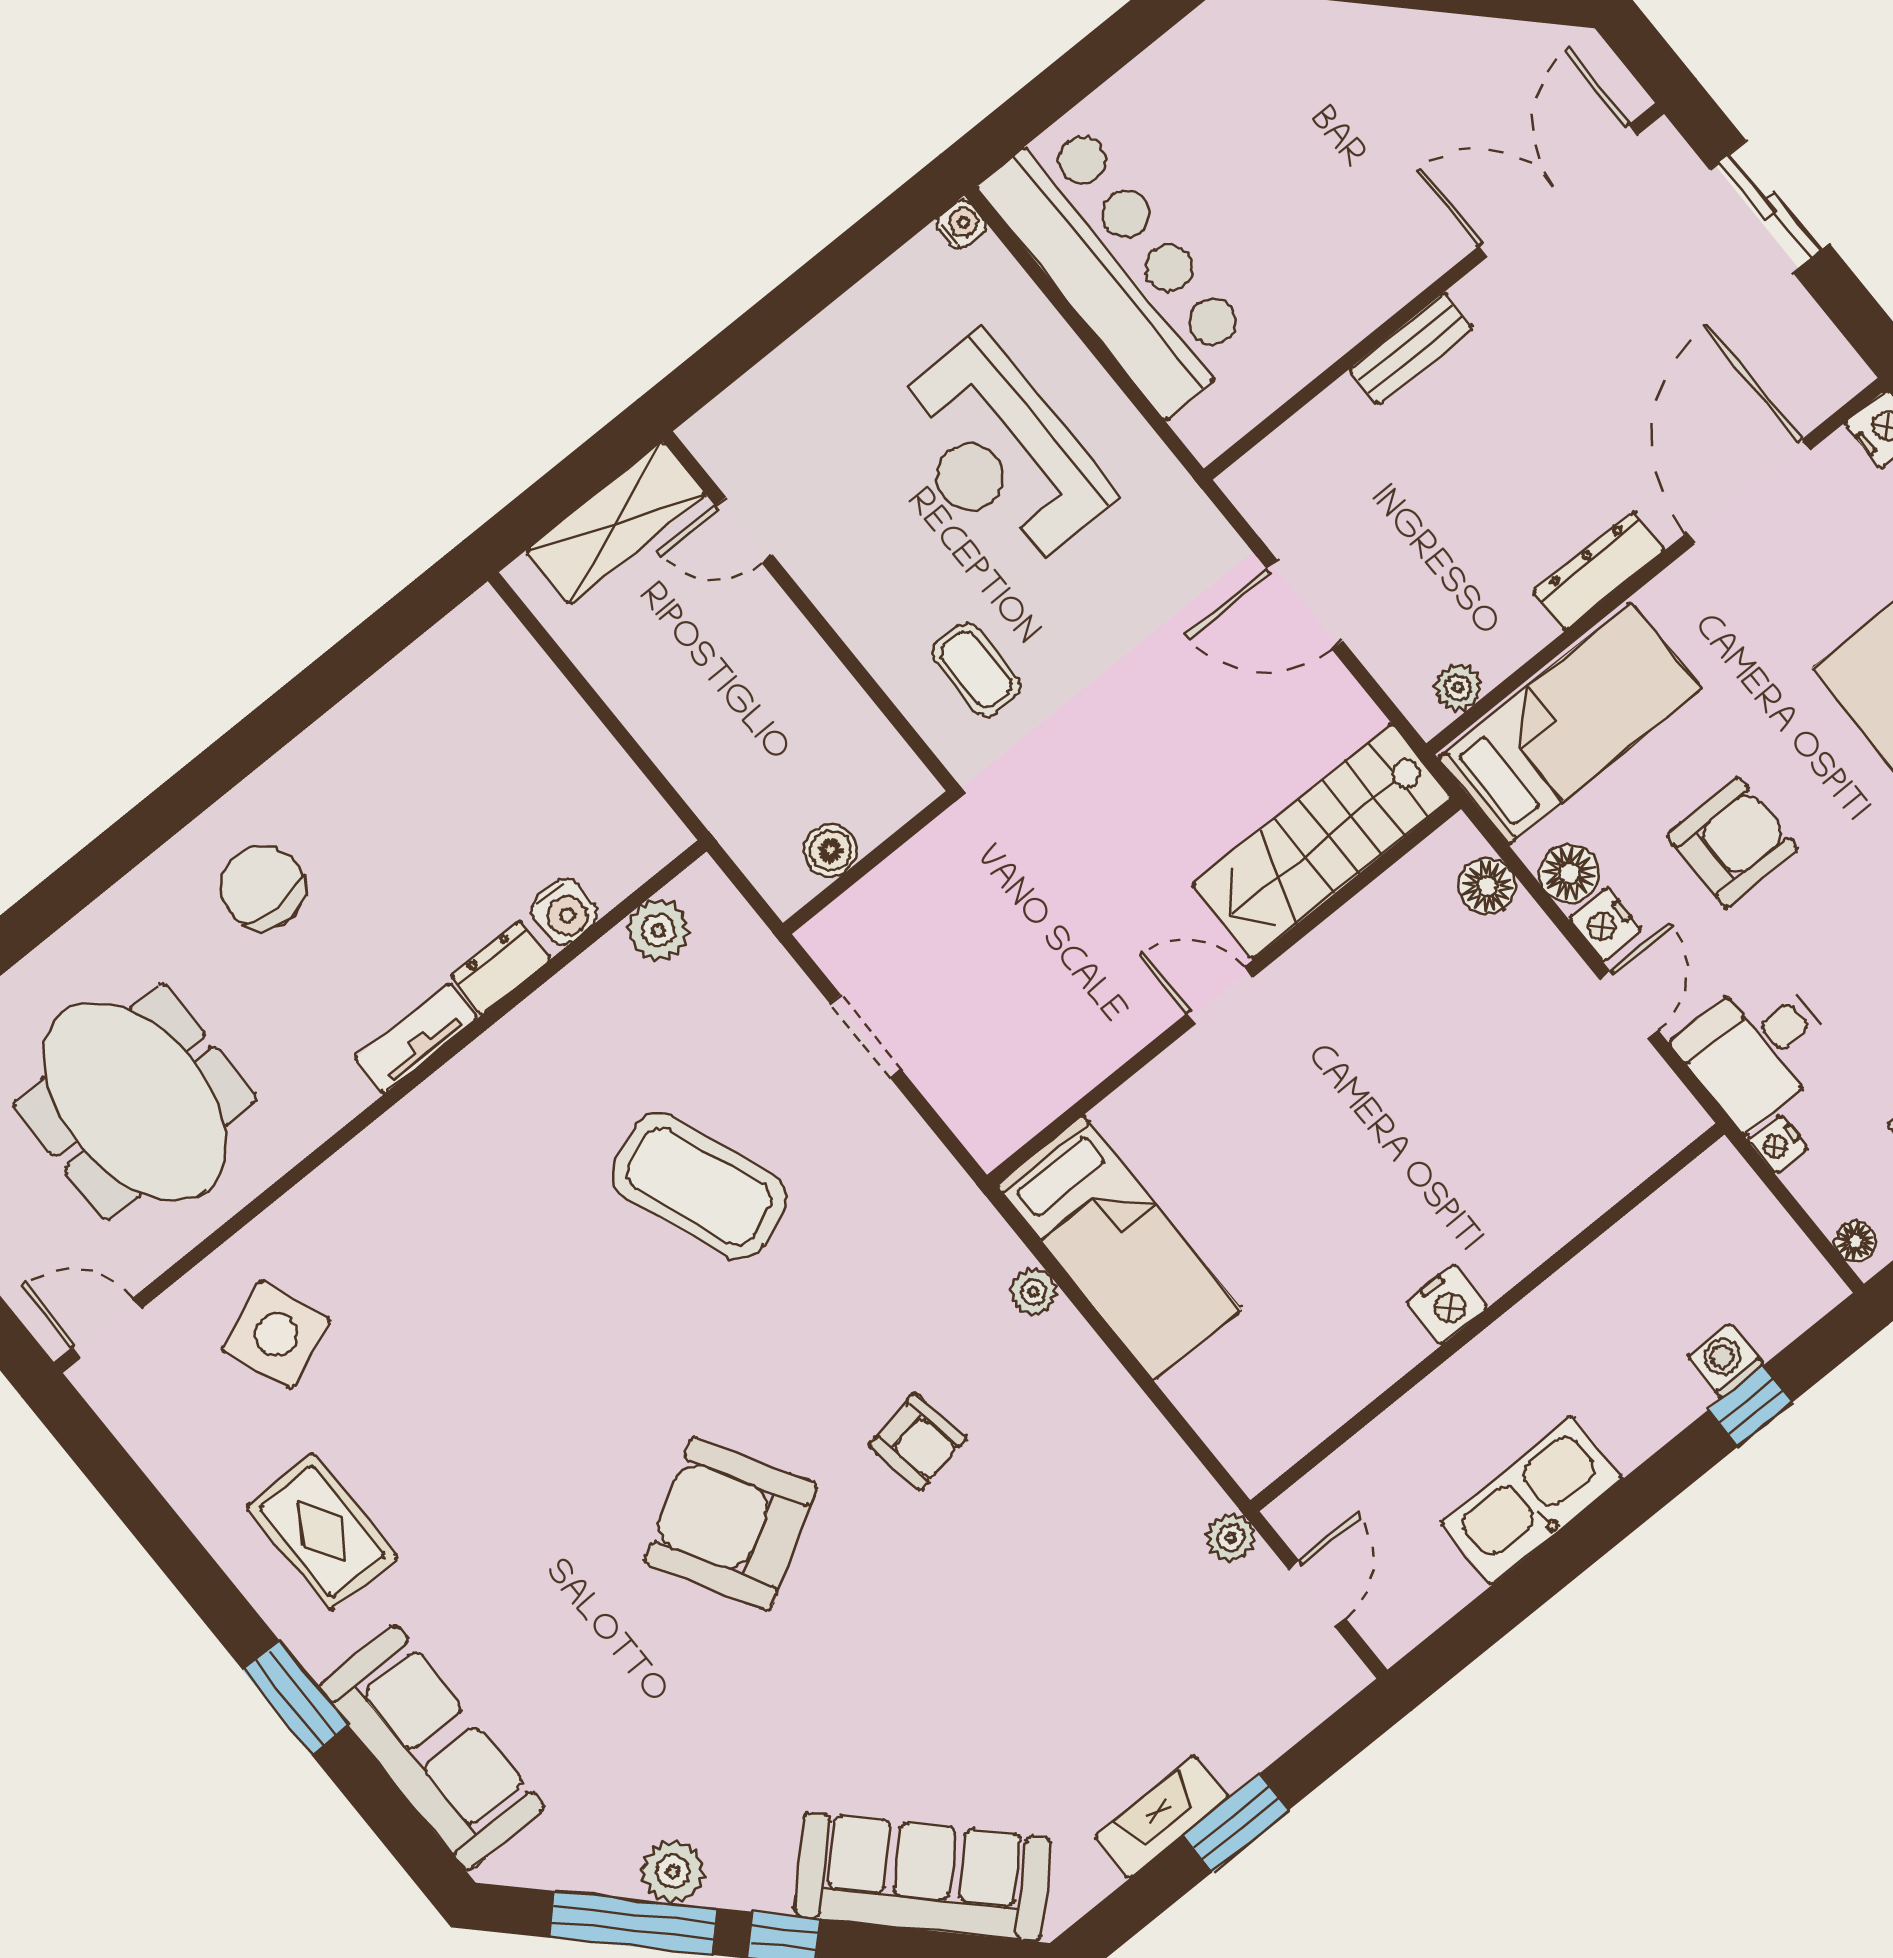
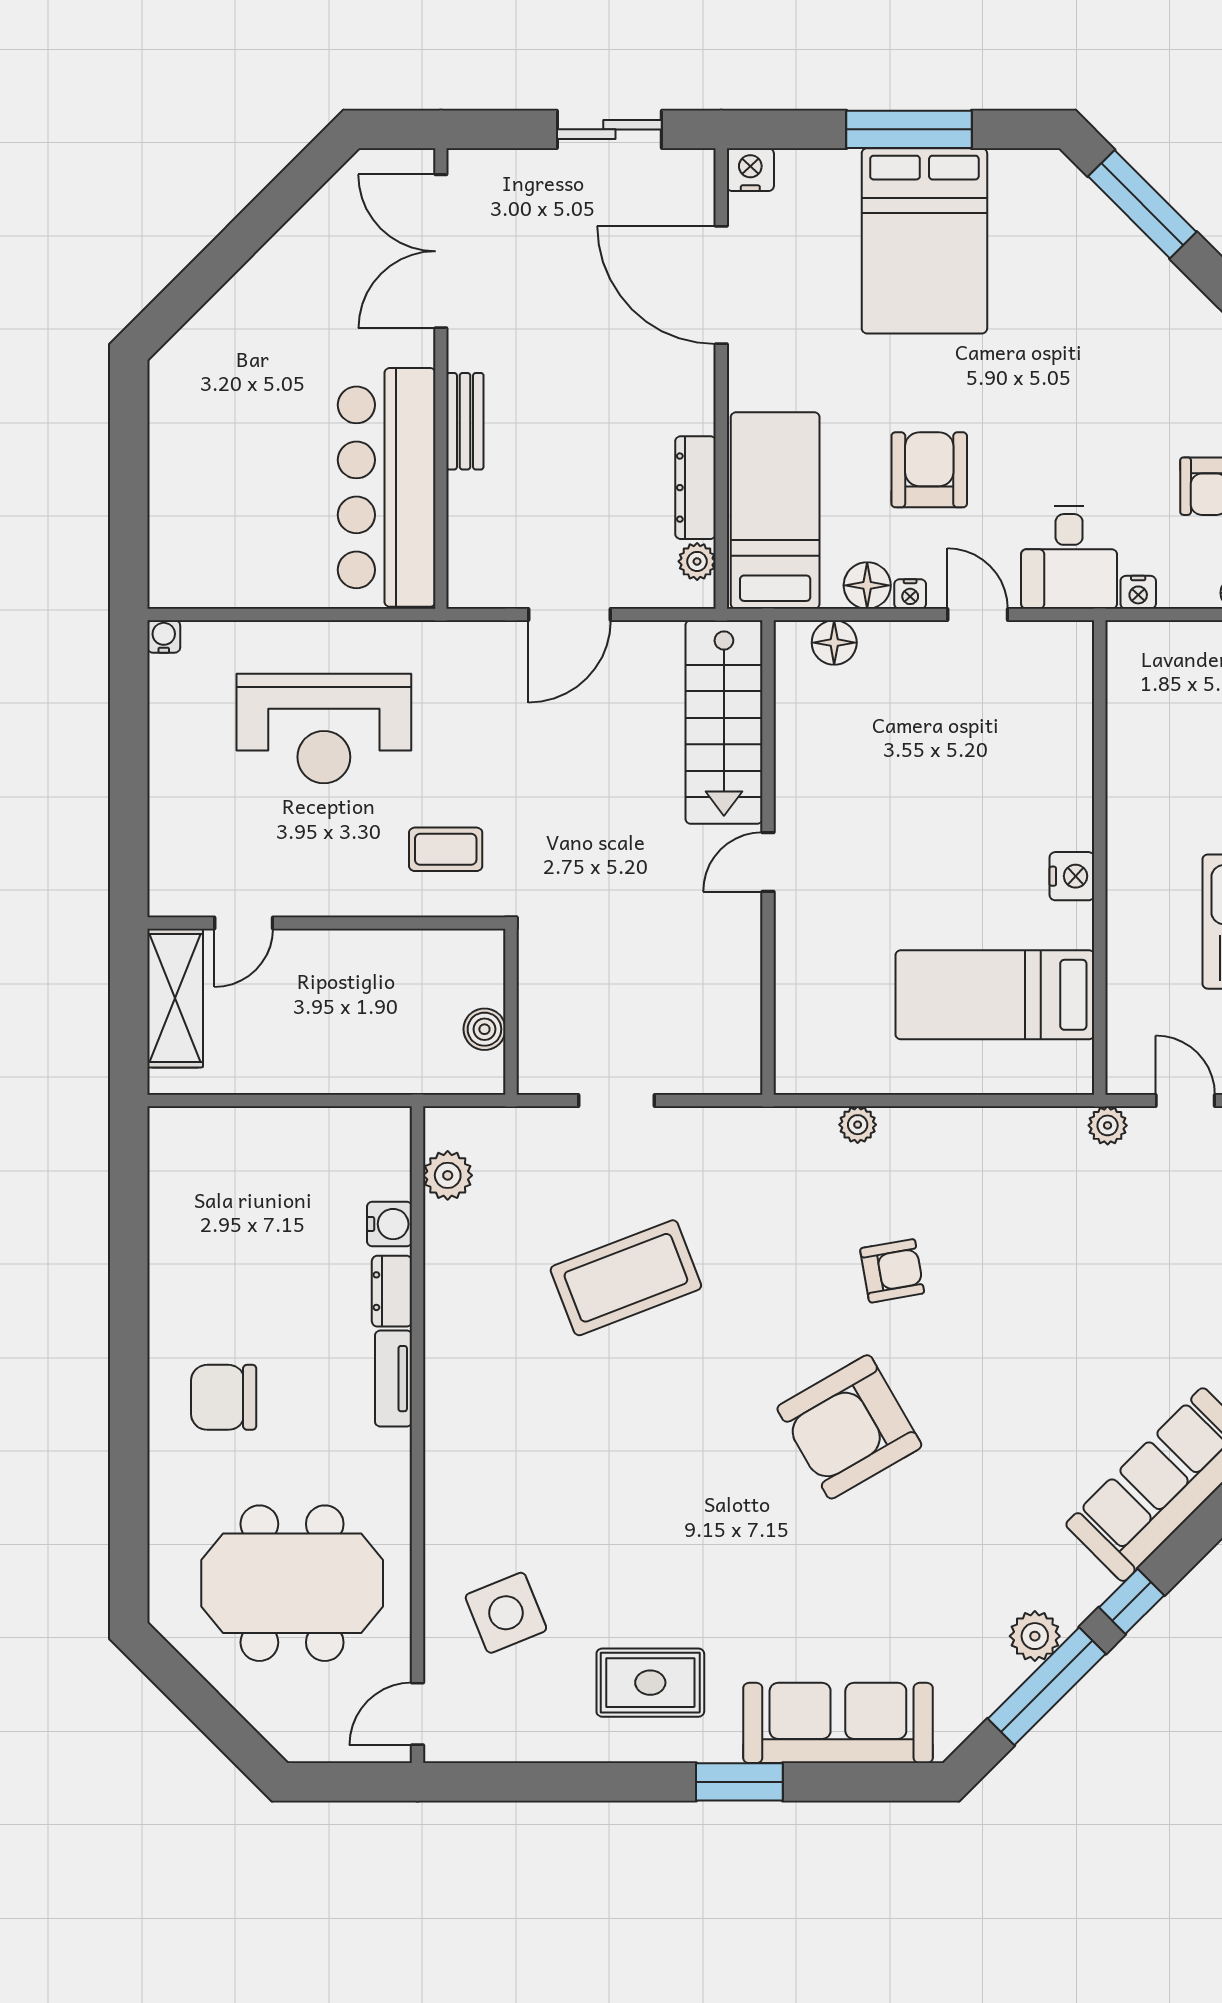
sliding door: (1769, 206) -> (609, 129), moved
bar counter: (1118, 265) -> (387, 487), moved, turned -90
dresser: (1599, 571) -> (696, 488), moved
nightstand: (1605, 924) -> (910, 594), width x0.72, depth x0.74
bed: (1118, 1248) -> (995, 995), moved, turned 180

